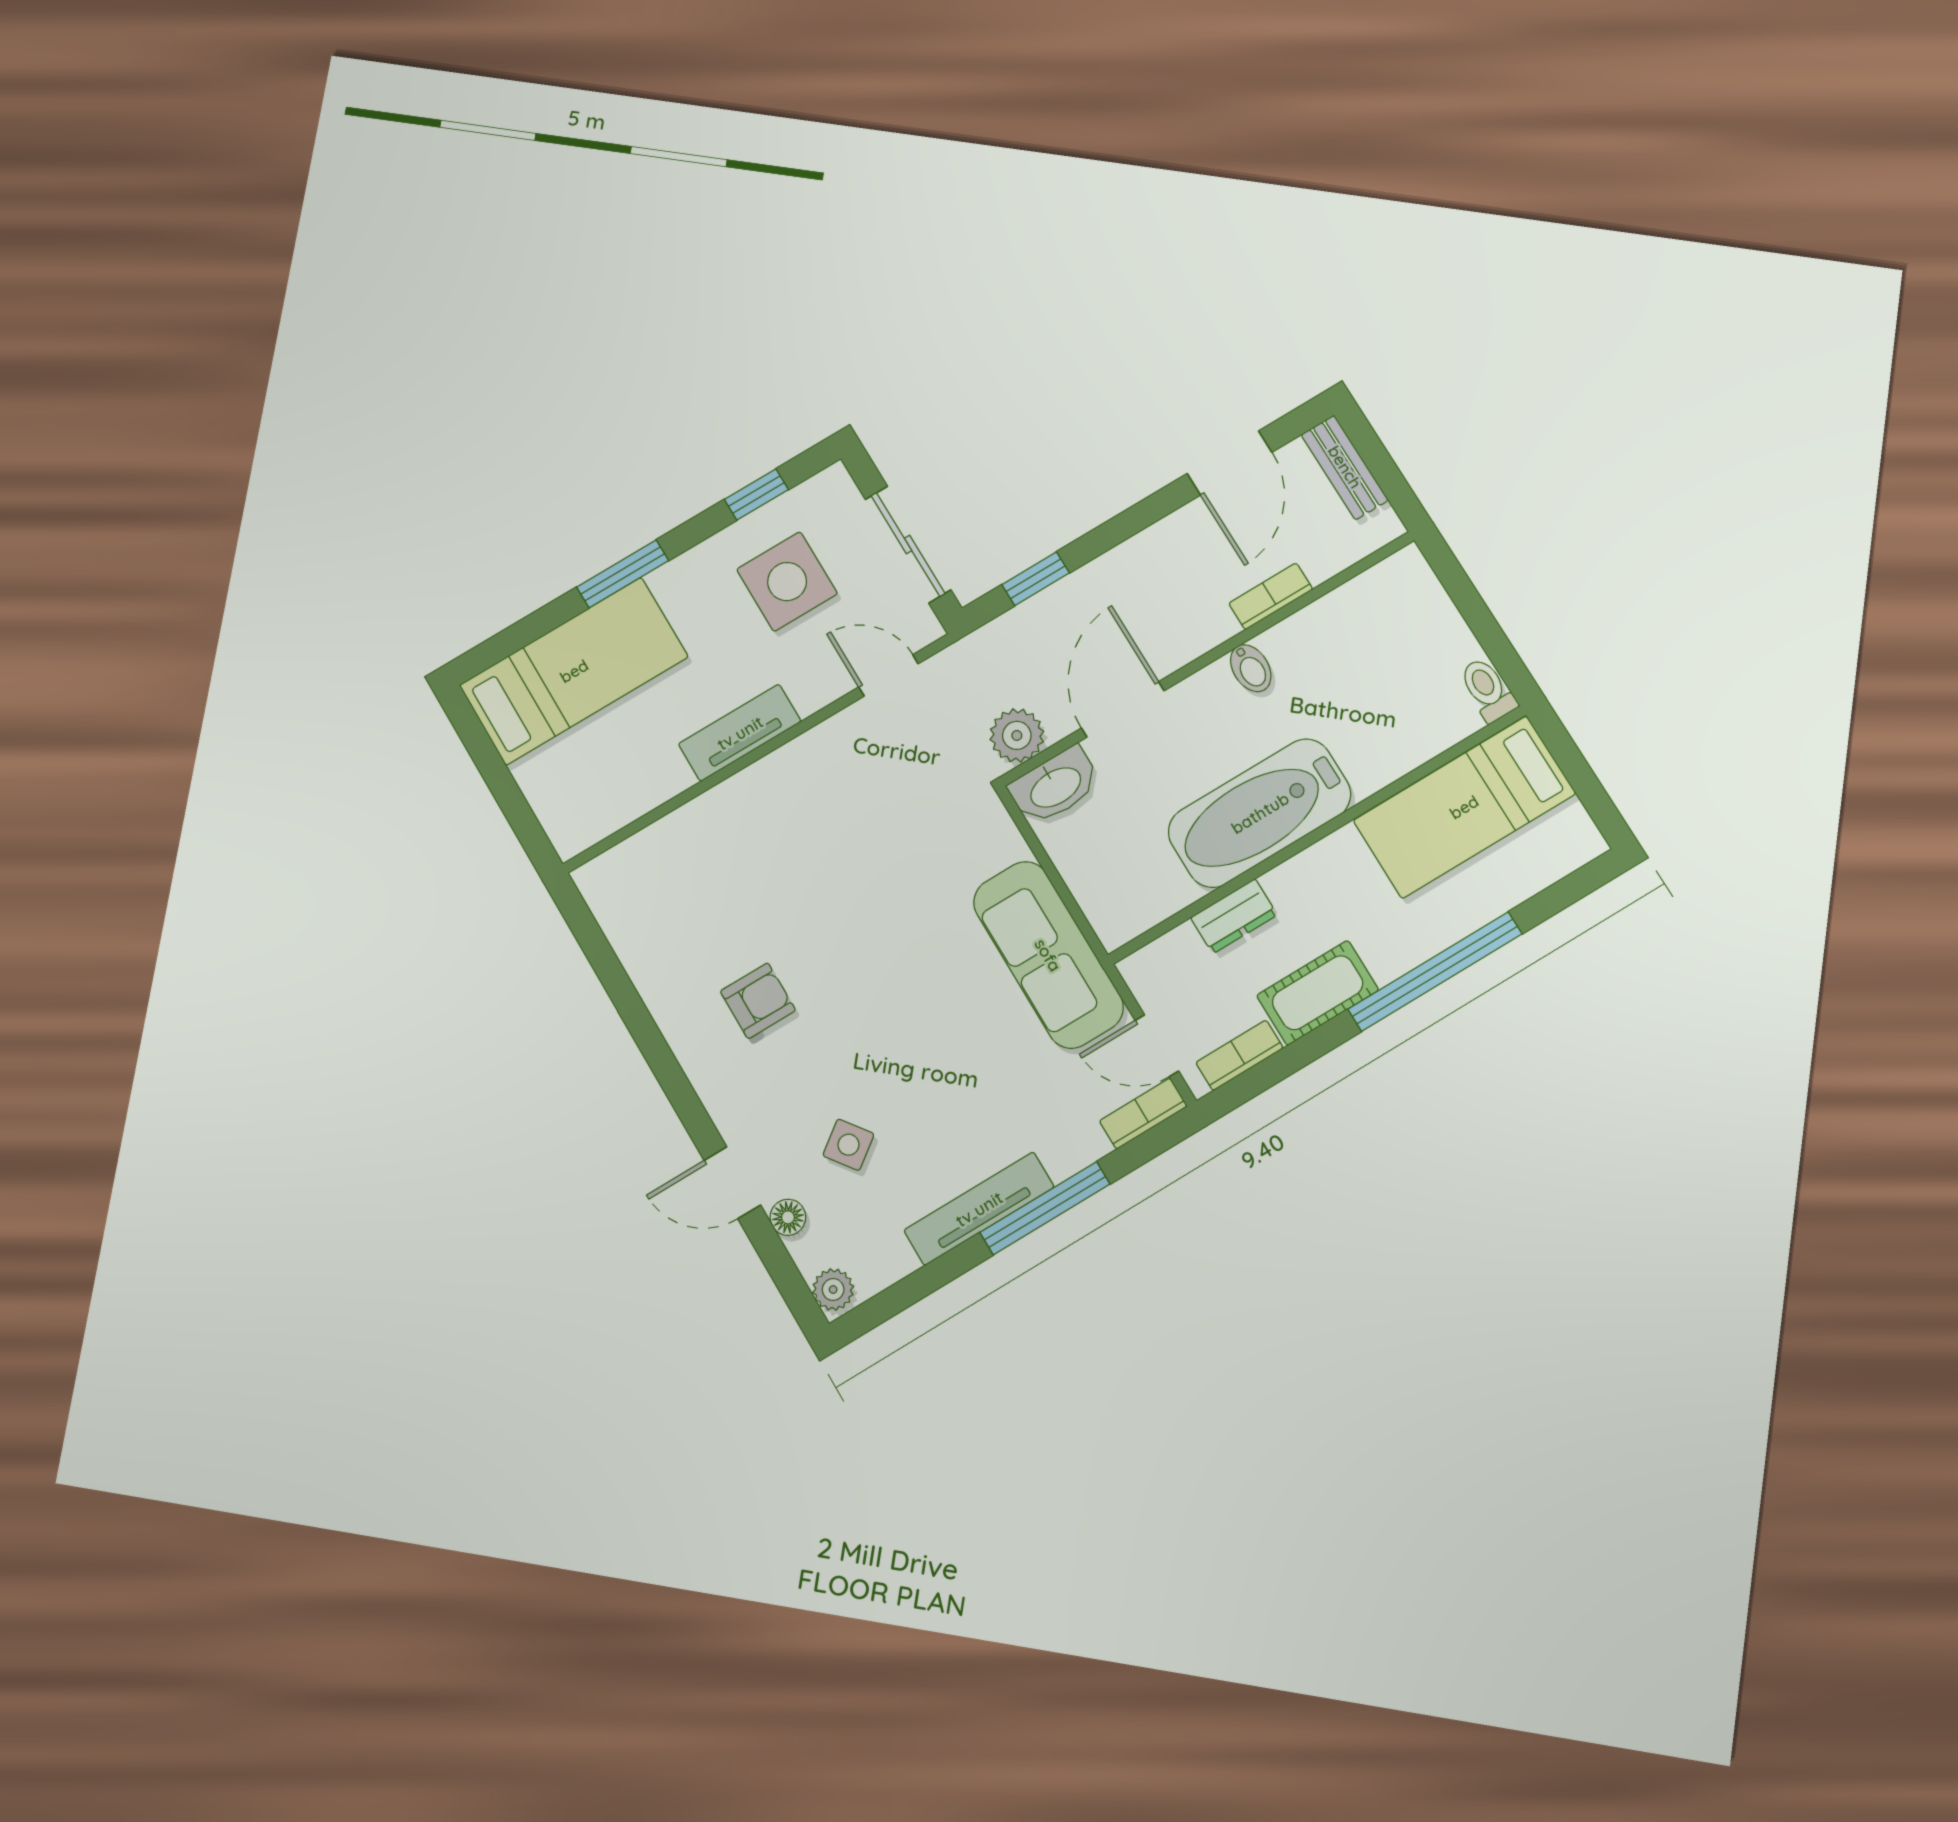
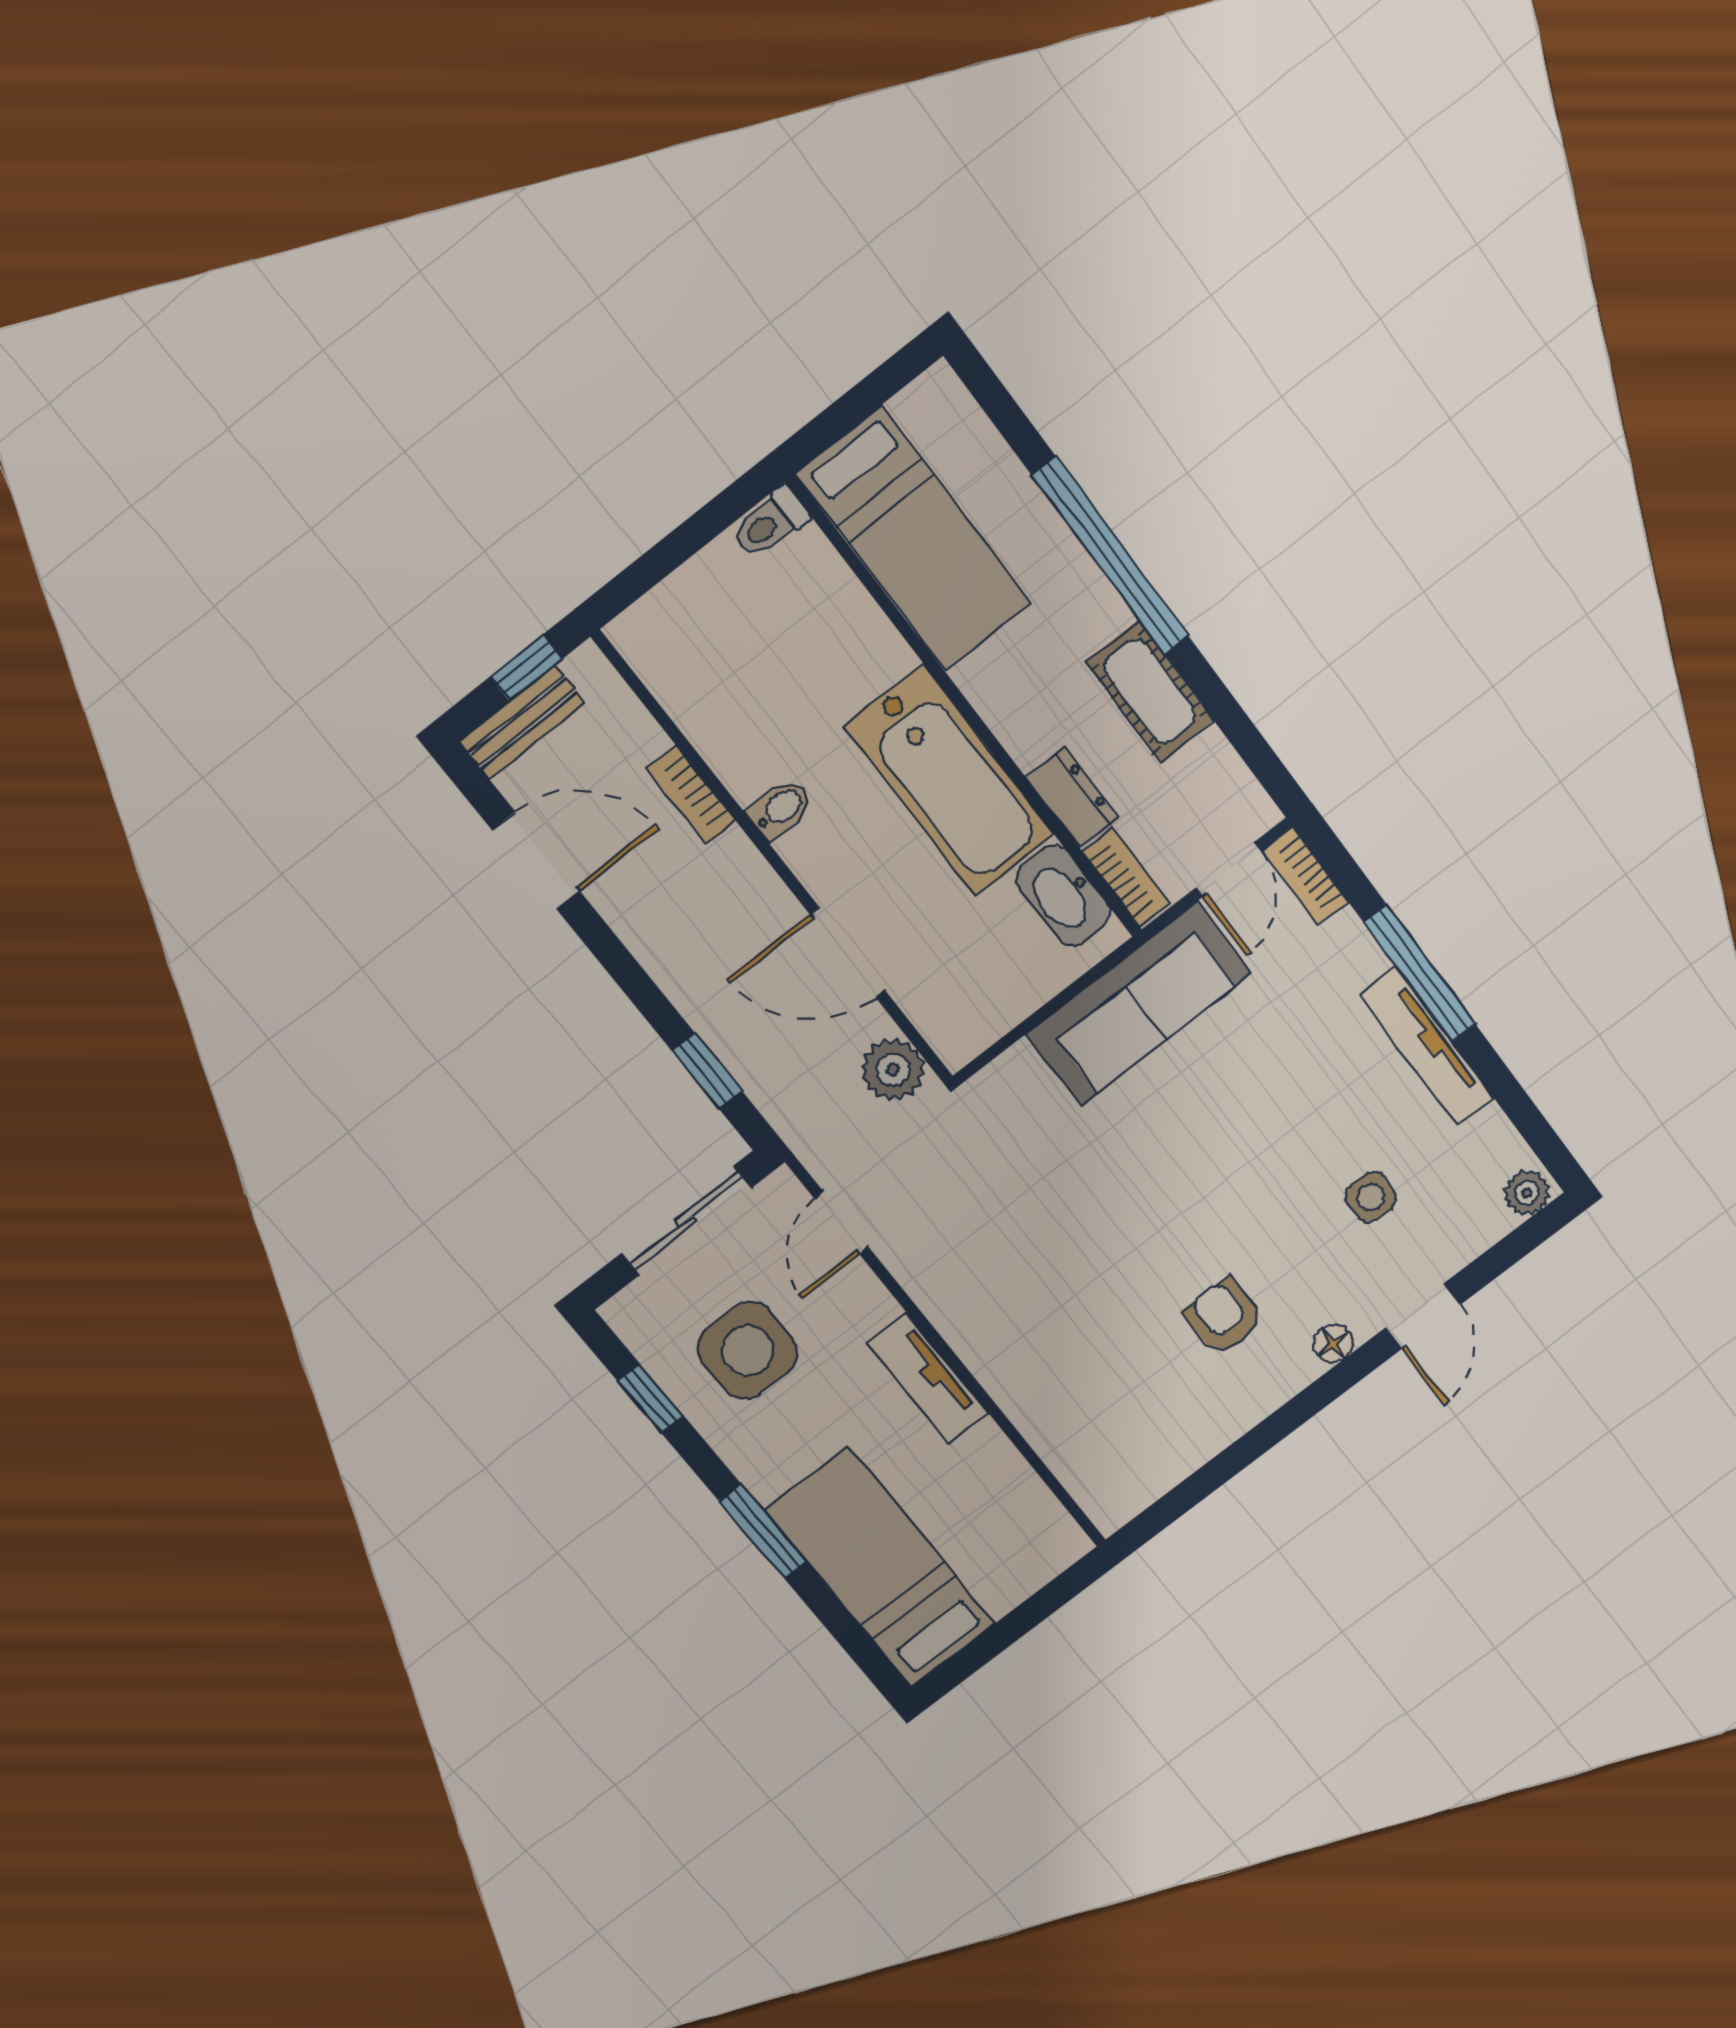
window: (1388, 477) -> (526, 668), added
washbasin: (1055, 786) -> (1063, 896), moved, turned 180
bookcase: (1239, 1055) -> (1126, 877), moved, turned 180
side table: (848, 1145) -> (1371, 1197), turned 38
floor lamp: (788, 1217) -> (1333, 1343), moved

